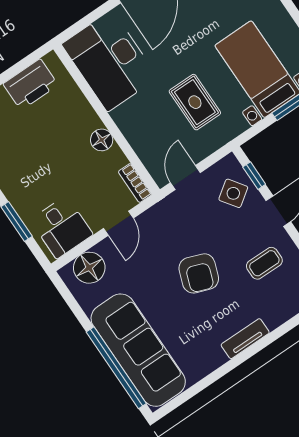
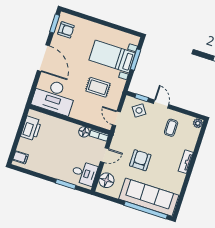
floor lamp: (102, 140) -> (84, 132), moved
door: (118, 223) -> (104, 155), hinge flipped
armchair: (199, 273) -> (140, 160), moved, turned -110

